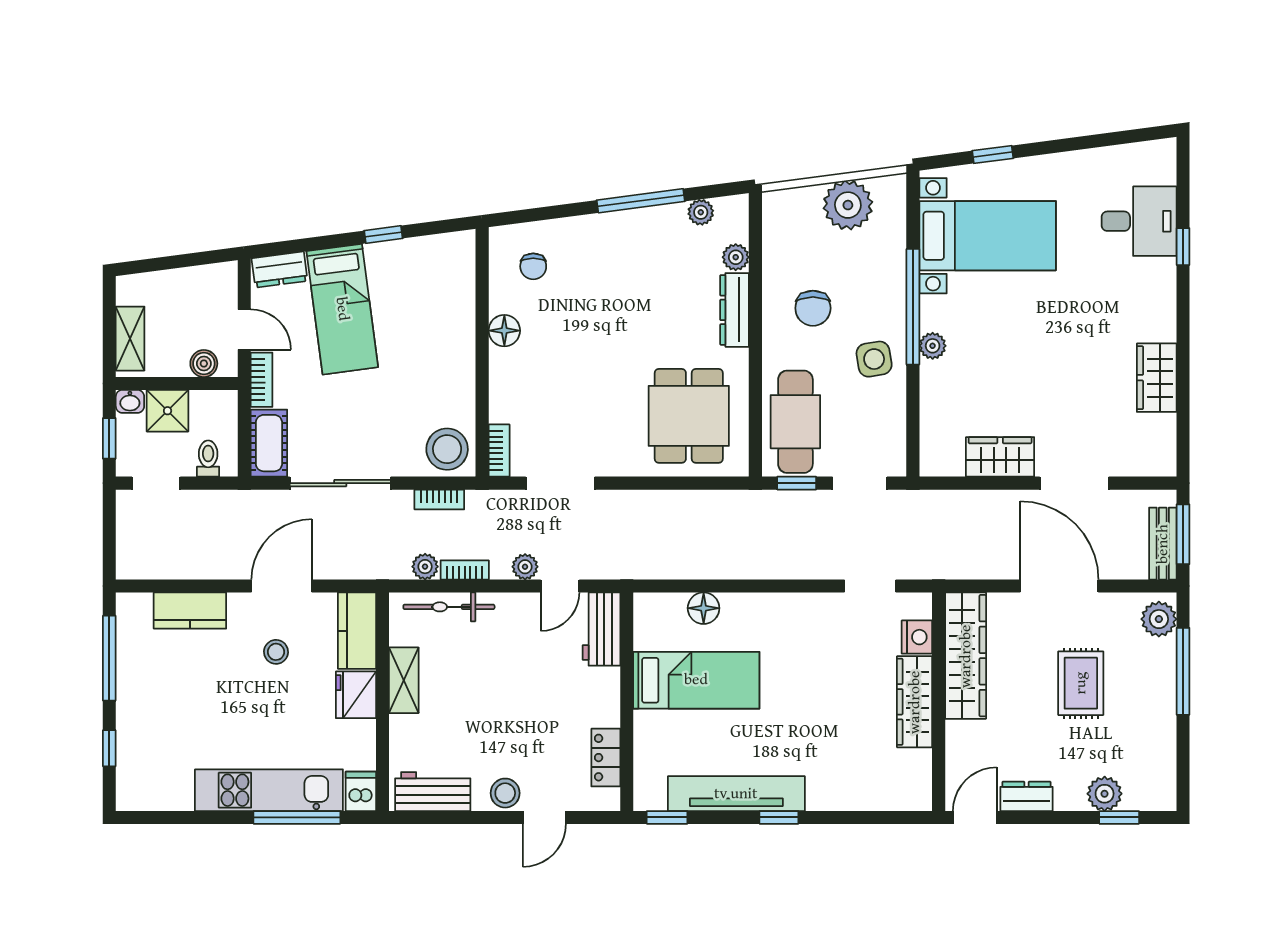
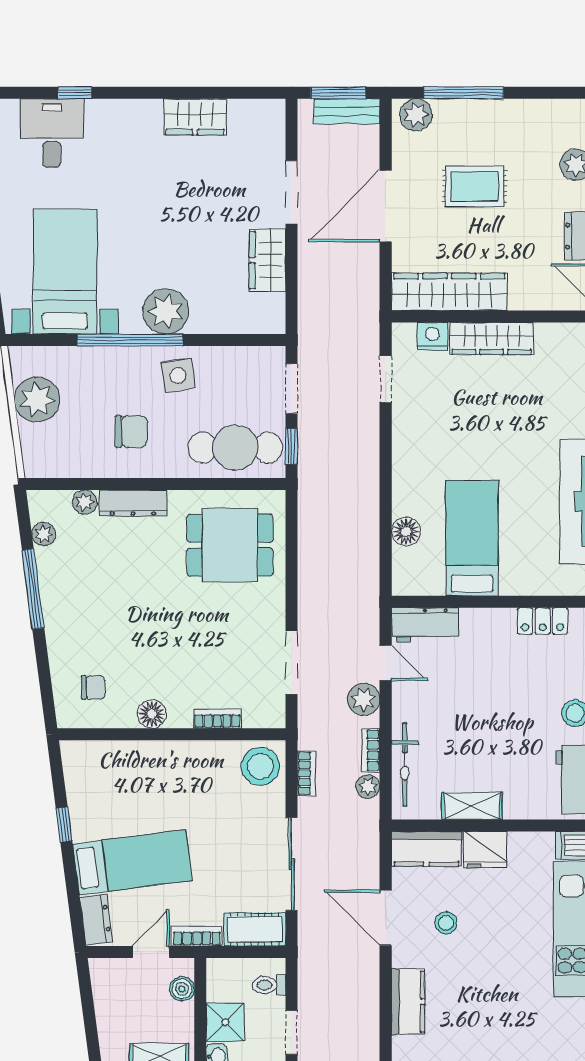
plant: (933, 346) -> (166, 311), width x1.87, depth x1.87
bookcase: (499, 451) -> (217, 719), moved
plant: (525, 567) -> (364, 699), width x1.38, depth x1.38

